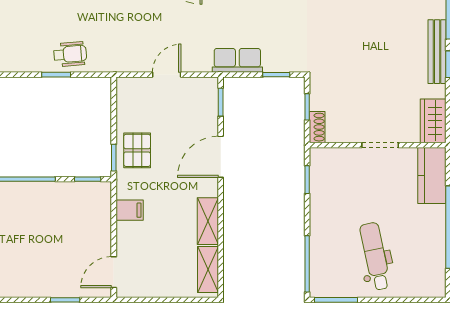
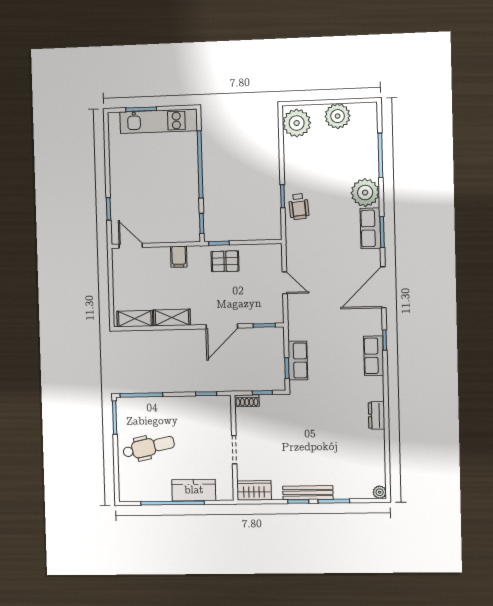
row of seats: (237, 60) -> (298, 361), moved
door: (221, 157) -> (222, 326), swing flipped
kitchen counter: (432, 175) -> (194, 490), moved

